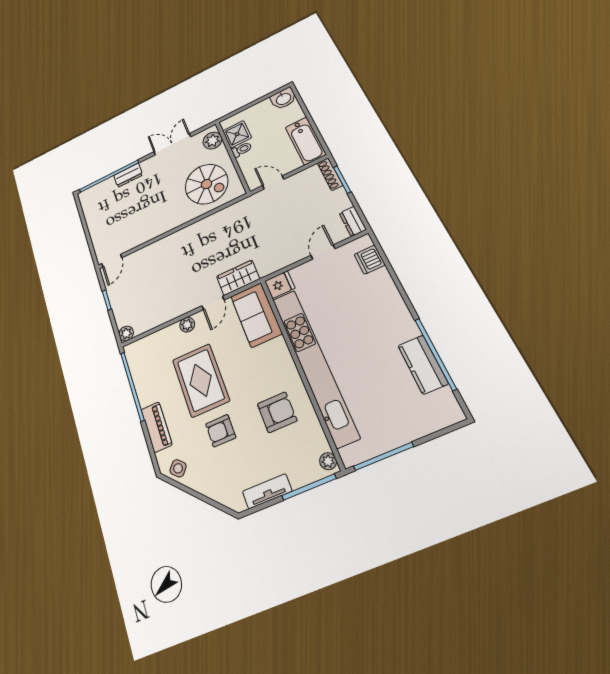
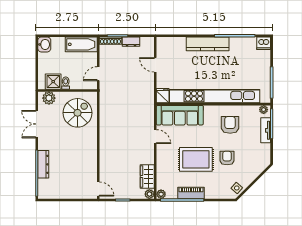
dresser: (128, 175) -> (43, 164), width x1.44
dresser: (353, 221) -> (131, 42), moved
dishwasher: (370, 260) -> (264, 43), moved
wardrobe: (238, 278) -> (147, 176), moved
sofa: (256, 315) -> (180, 115), width x1.36
plant: (187, 325) -> (161, 194), moved
kitchen counter: (423, 364) -> (208, 44), moved, width x1.50
piano: (157, 427) -> (191, 193), moved
armchair: (221, 431) -> (227, 158), turned 180
tv unit: (267, 491) -> (266, 130), moved

